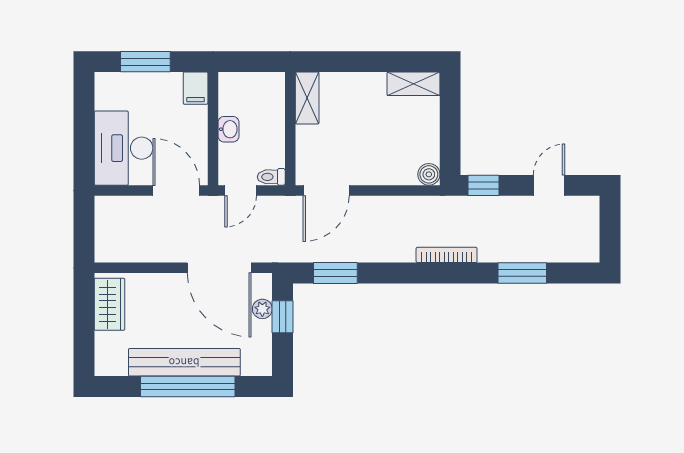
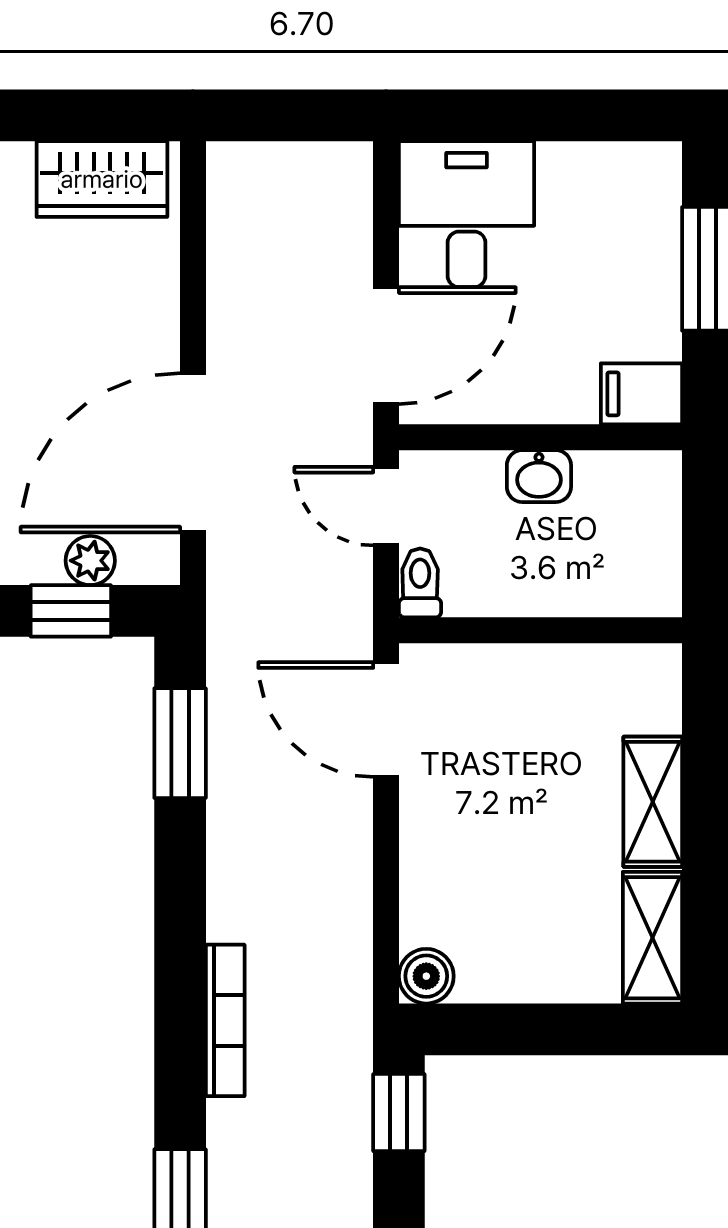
shelving: (307, 98) -> (653, 802), moved, turned 90
desk: (124, 148) -> (467, 214), width x0.73

